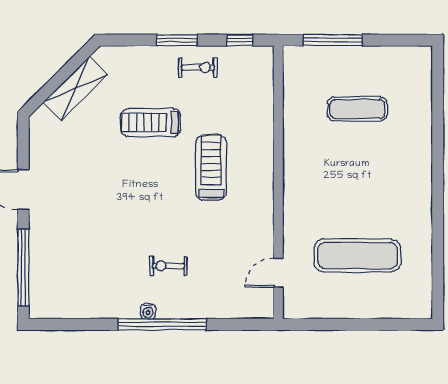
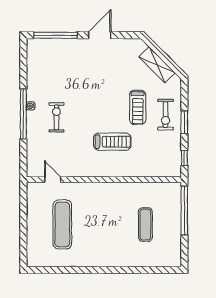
window: (333, 40) -> (184, 211), width x1.46
exercise bike: (198, 68) -> (166, 115), moved, width x1.38, depth x1.39
treadmill: (151, 123) -> (138, 107), turned 180
exercise bike: (168, 266) -> (56, 117), width x1.38, depth x1.39

